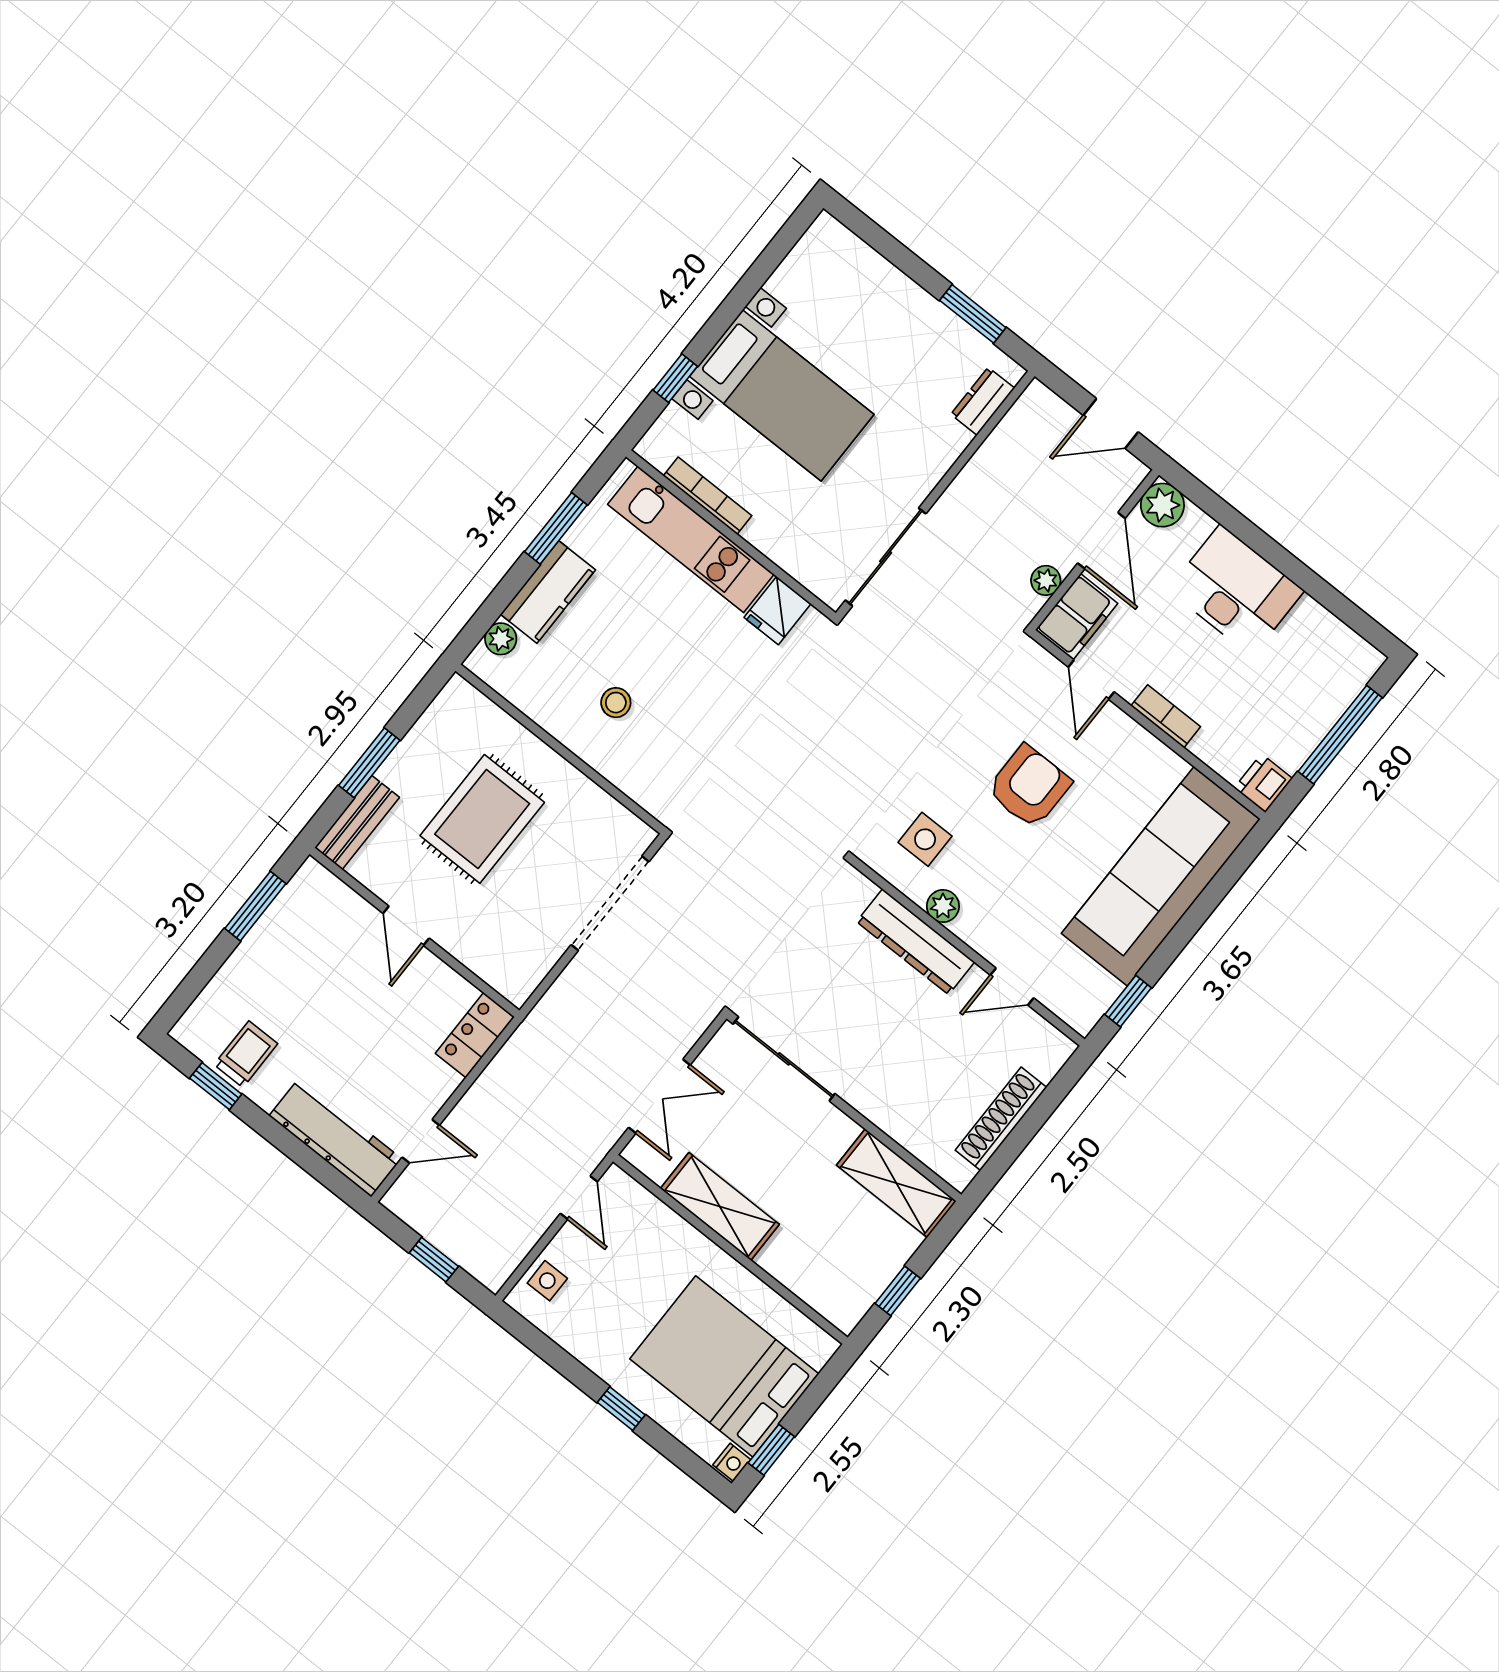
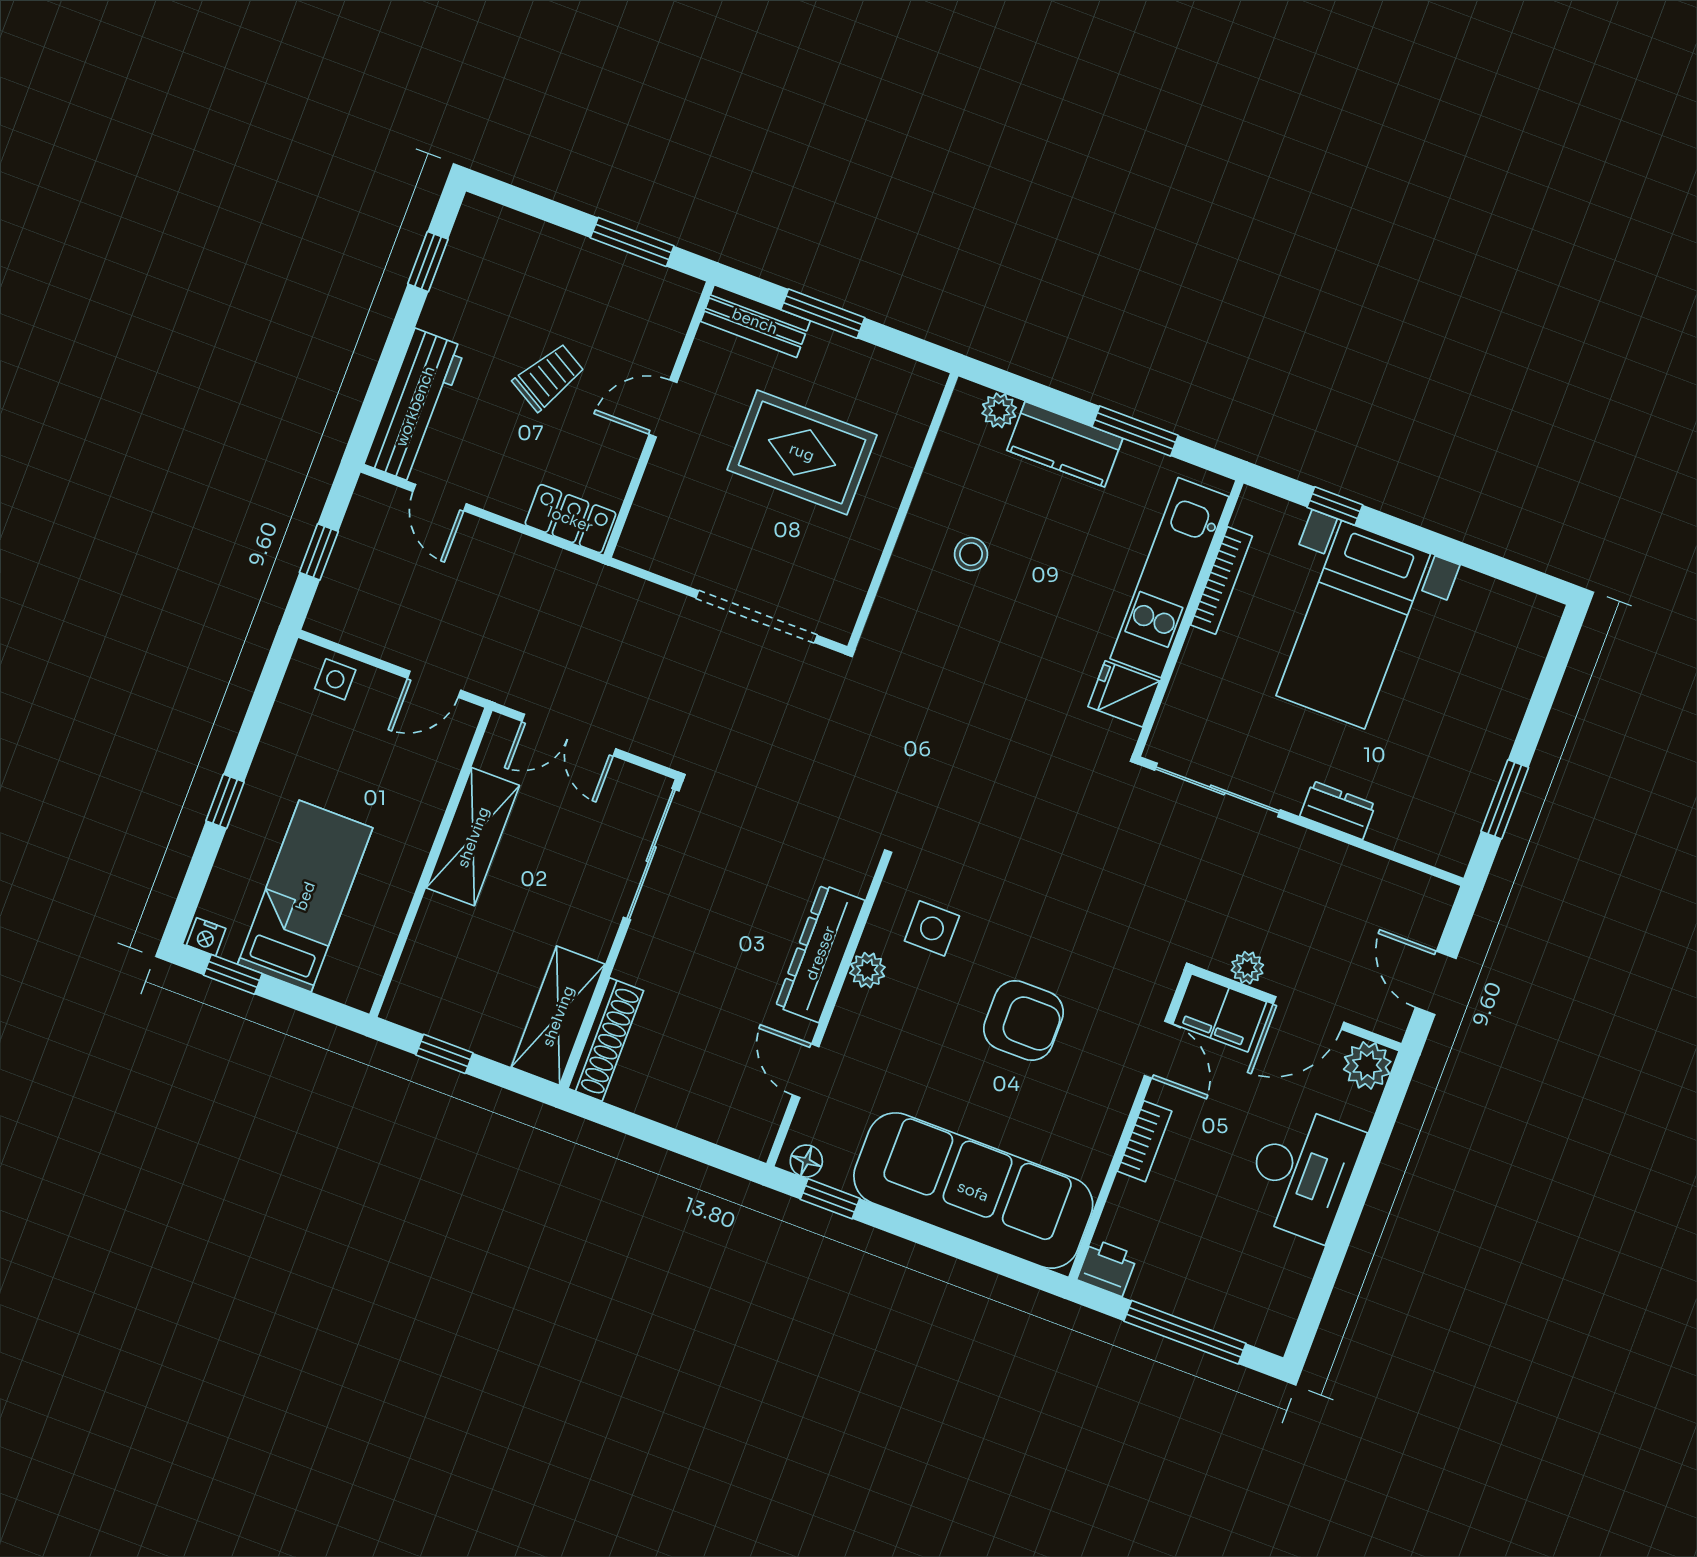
dresser: (983, 401) -> (1338, 810), moved
door: (1091, 679) -> (1158, 1050), swing flipped
floor lamp: (1089, 1011) -> (806, 1161), added
trolley: (246, 1054) -> (549, 377), moved, turned -60
shoe rack: (1001, 1119) -> (606, 1040), moved, turned 90
bed: (724, 1366) -> (305, 896), width x0.67

